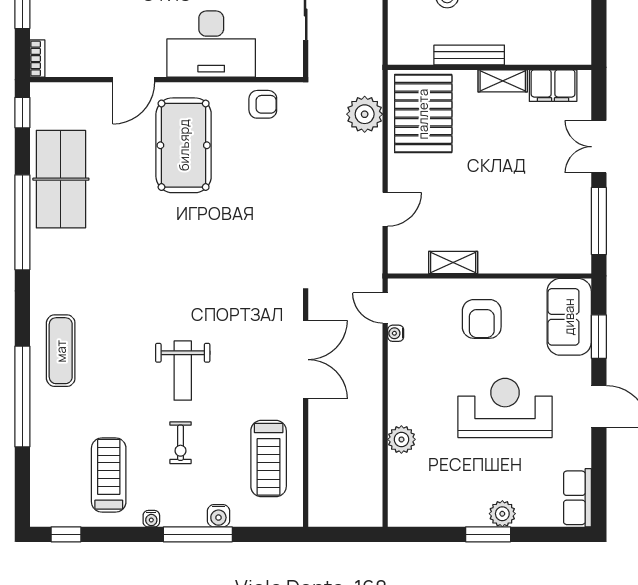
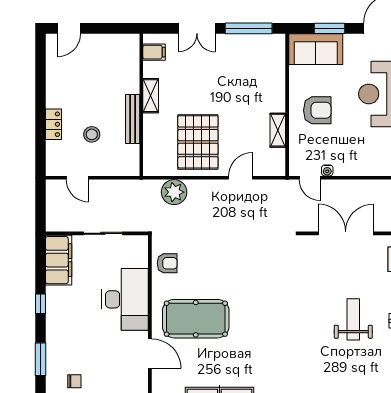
filing cabinet: (553, 86) -> (154, 52), width x0.50
armchair: (263, 104) -> (167, 263), turned 90
pallet: (423, 114) -> (198, 142), moved, turned 90
door: (385, 209) -> (241, 178), hinge flipped
door: (385, 308) -> (310, 178), hinge flipped
weight bench: (183, 371) -> (353, 319), turned -90

